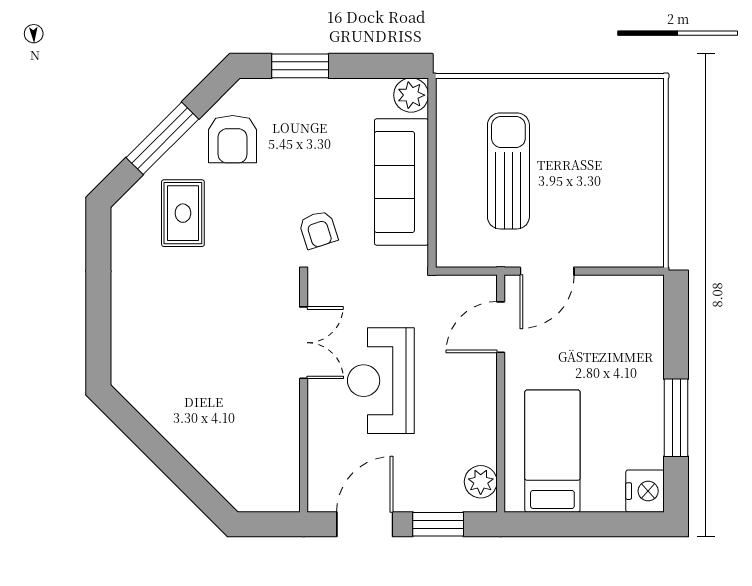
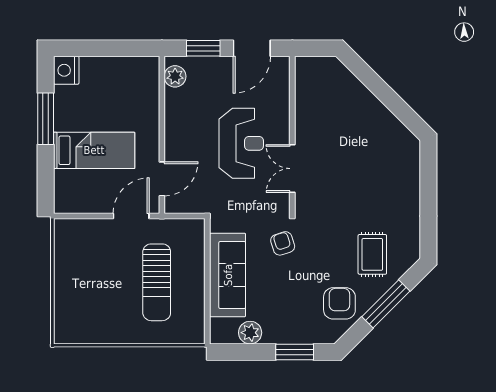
plant: (411, 95) -> (250, 333), moved
bed: (552, 451) -> (94, 150), moved, turned -90

